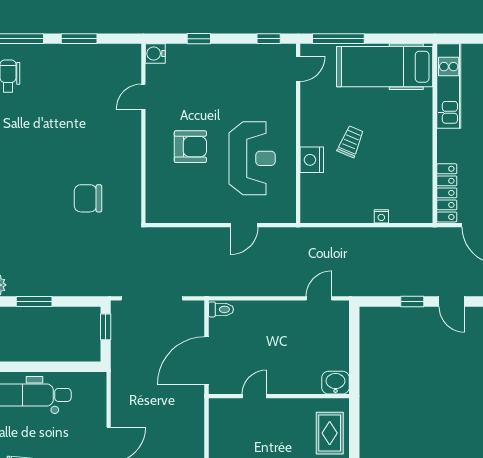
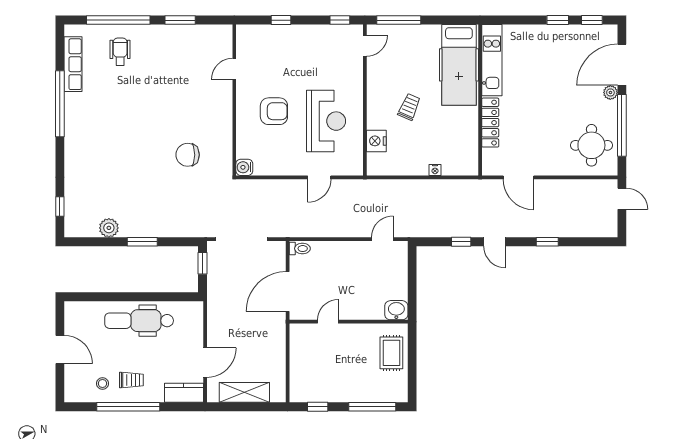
water cooler: (155, 54) -> (244, 167), moved
hospital bed: (385, 67) -> (459, 65), moved, turned -90
nightstand: (312, 160) -> (376, 141), moved
locker: (447, 193) -> (490, 123), moved

